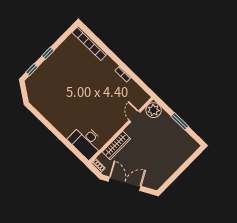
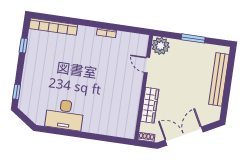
window: (48, 53) -> (23, 45), moved
desk: (86, 141) -> (65, 115), moved
bench: (177, 162) -> (219, 79), added

